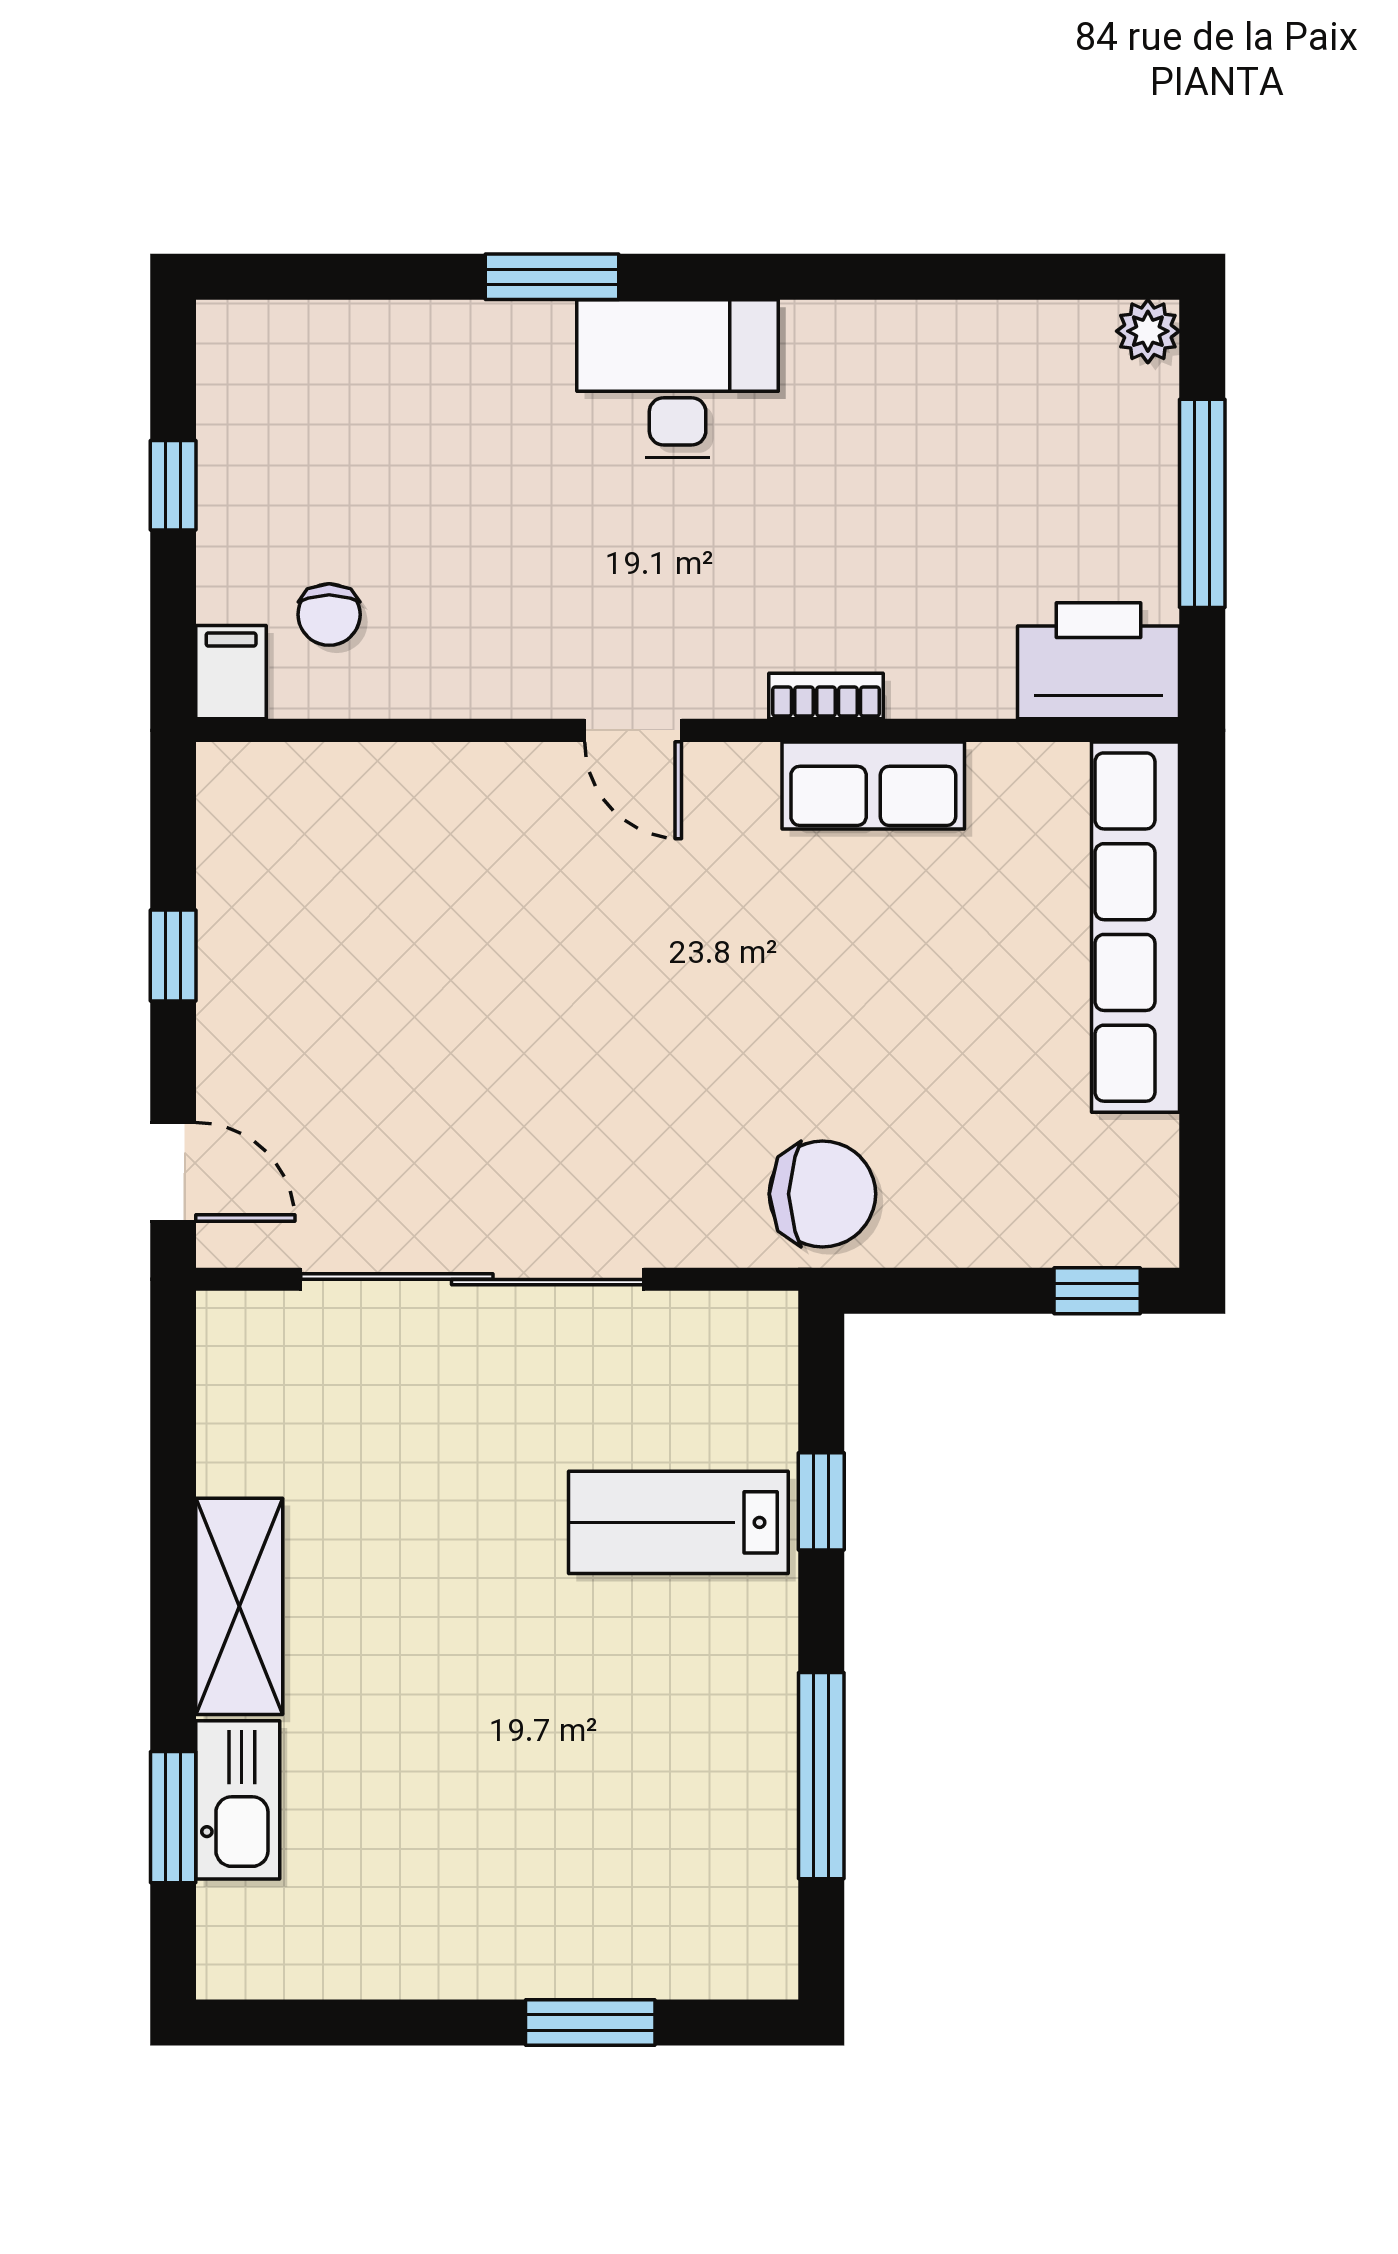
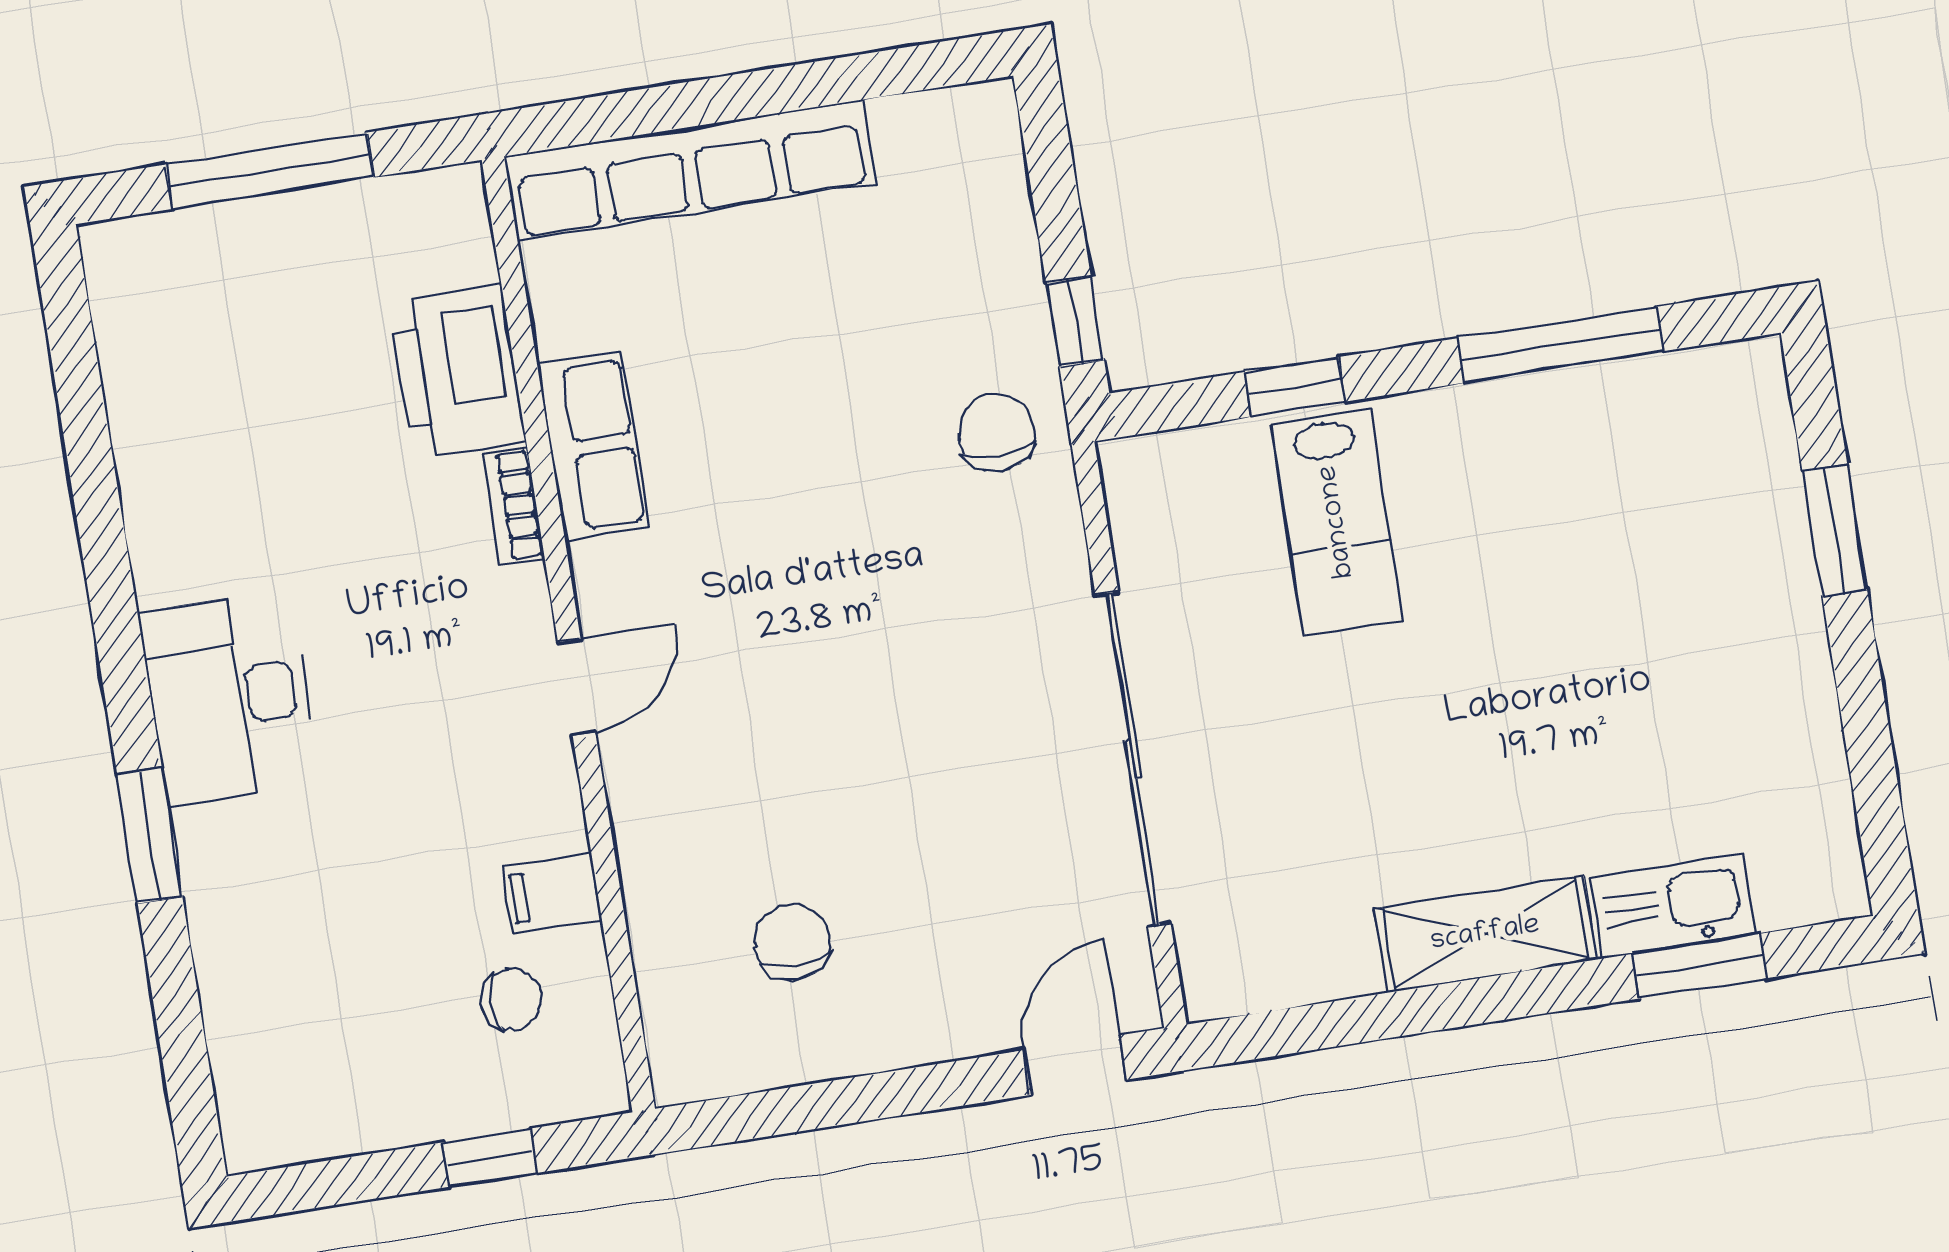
plant: (1148, 331) -> (111, 250), removed
window: (173, 485) -> (490, 1158), moved
printer: (1098, 661) -> (458, 371), moved
filing cabinet: (231, 672) -> (552, 894), moved
chair: (342, 907) -> (792, 942), added
window: (173, 955) -> (865, 1098), removed
chair: (822, 1194) -> (997, 433), width x0.73, depth x0.73
window: (1097, 1291) -> (1075, 322), moved

